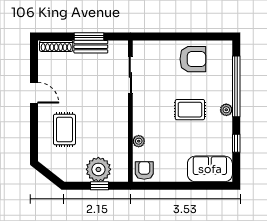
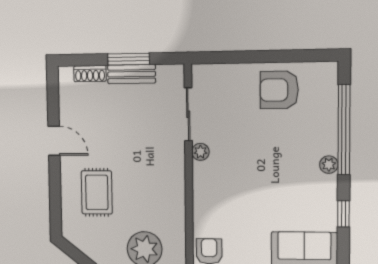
shoe rack: (56, 46) -> (90, 74), width x0.70
armchair: (193, 59) -> (279, 90), turned 180
rug: (190, 110) -> (275, 164), removed
plant: (139, 141) -> (200, 152), moved

